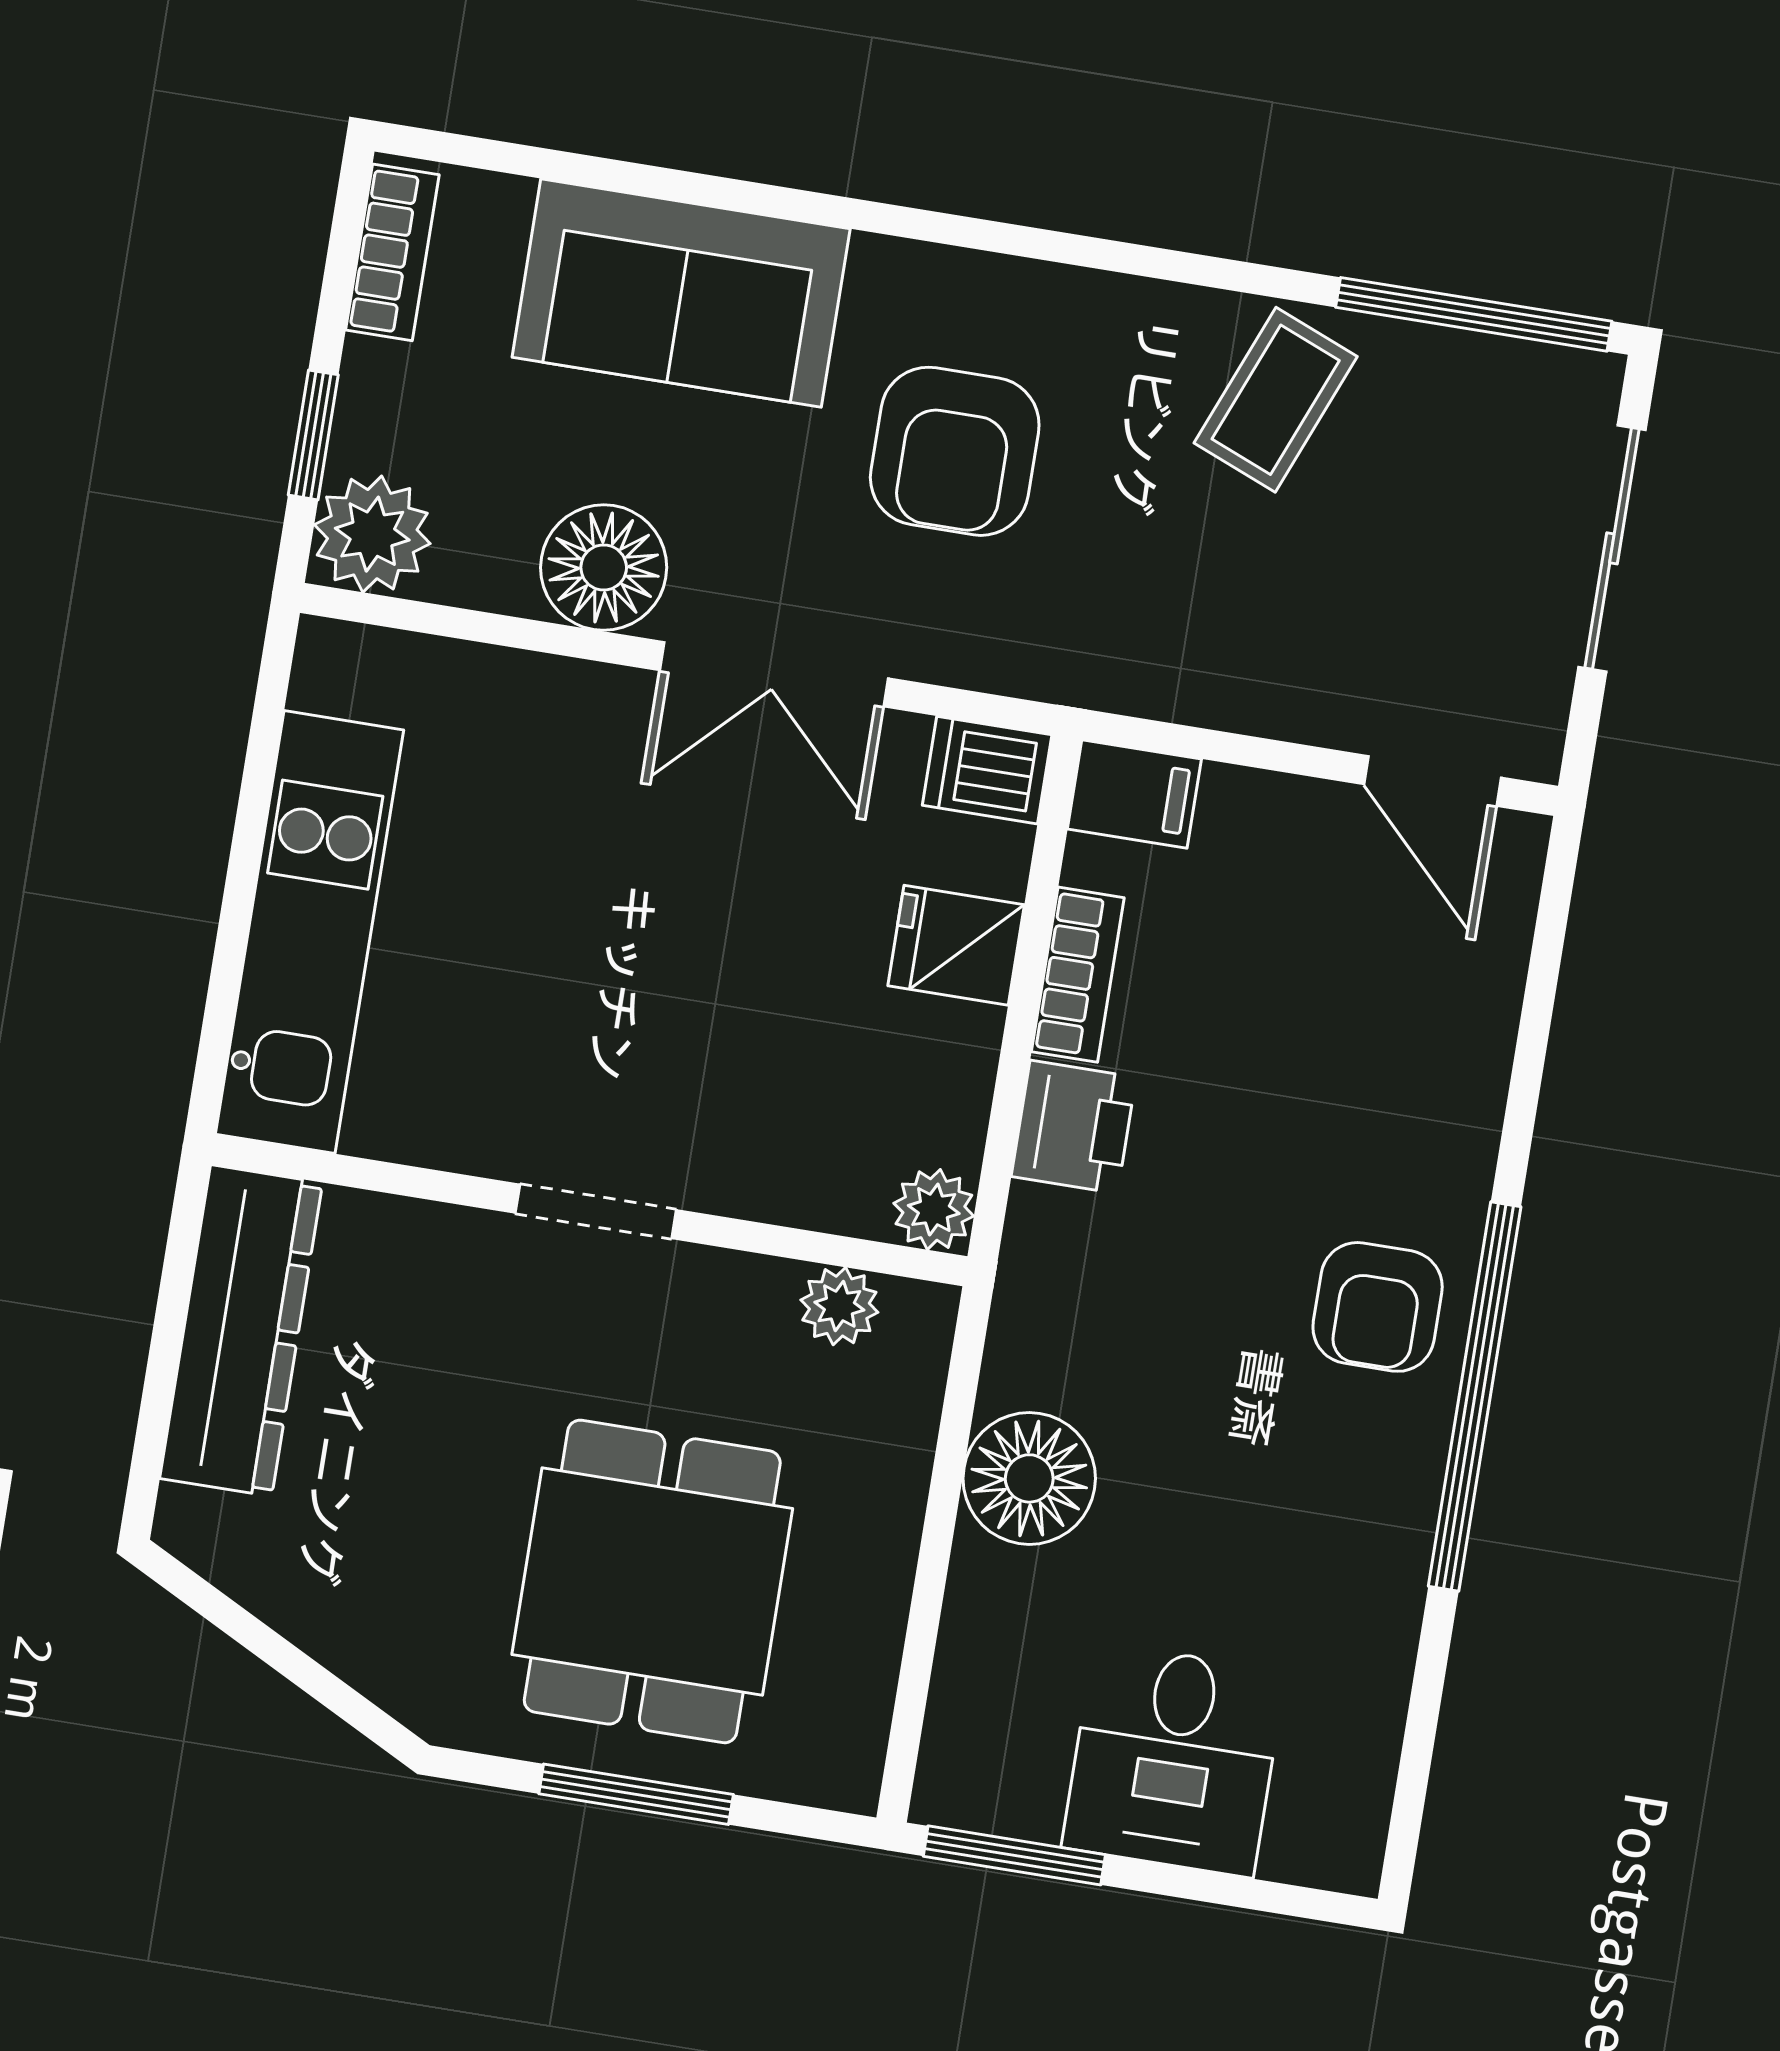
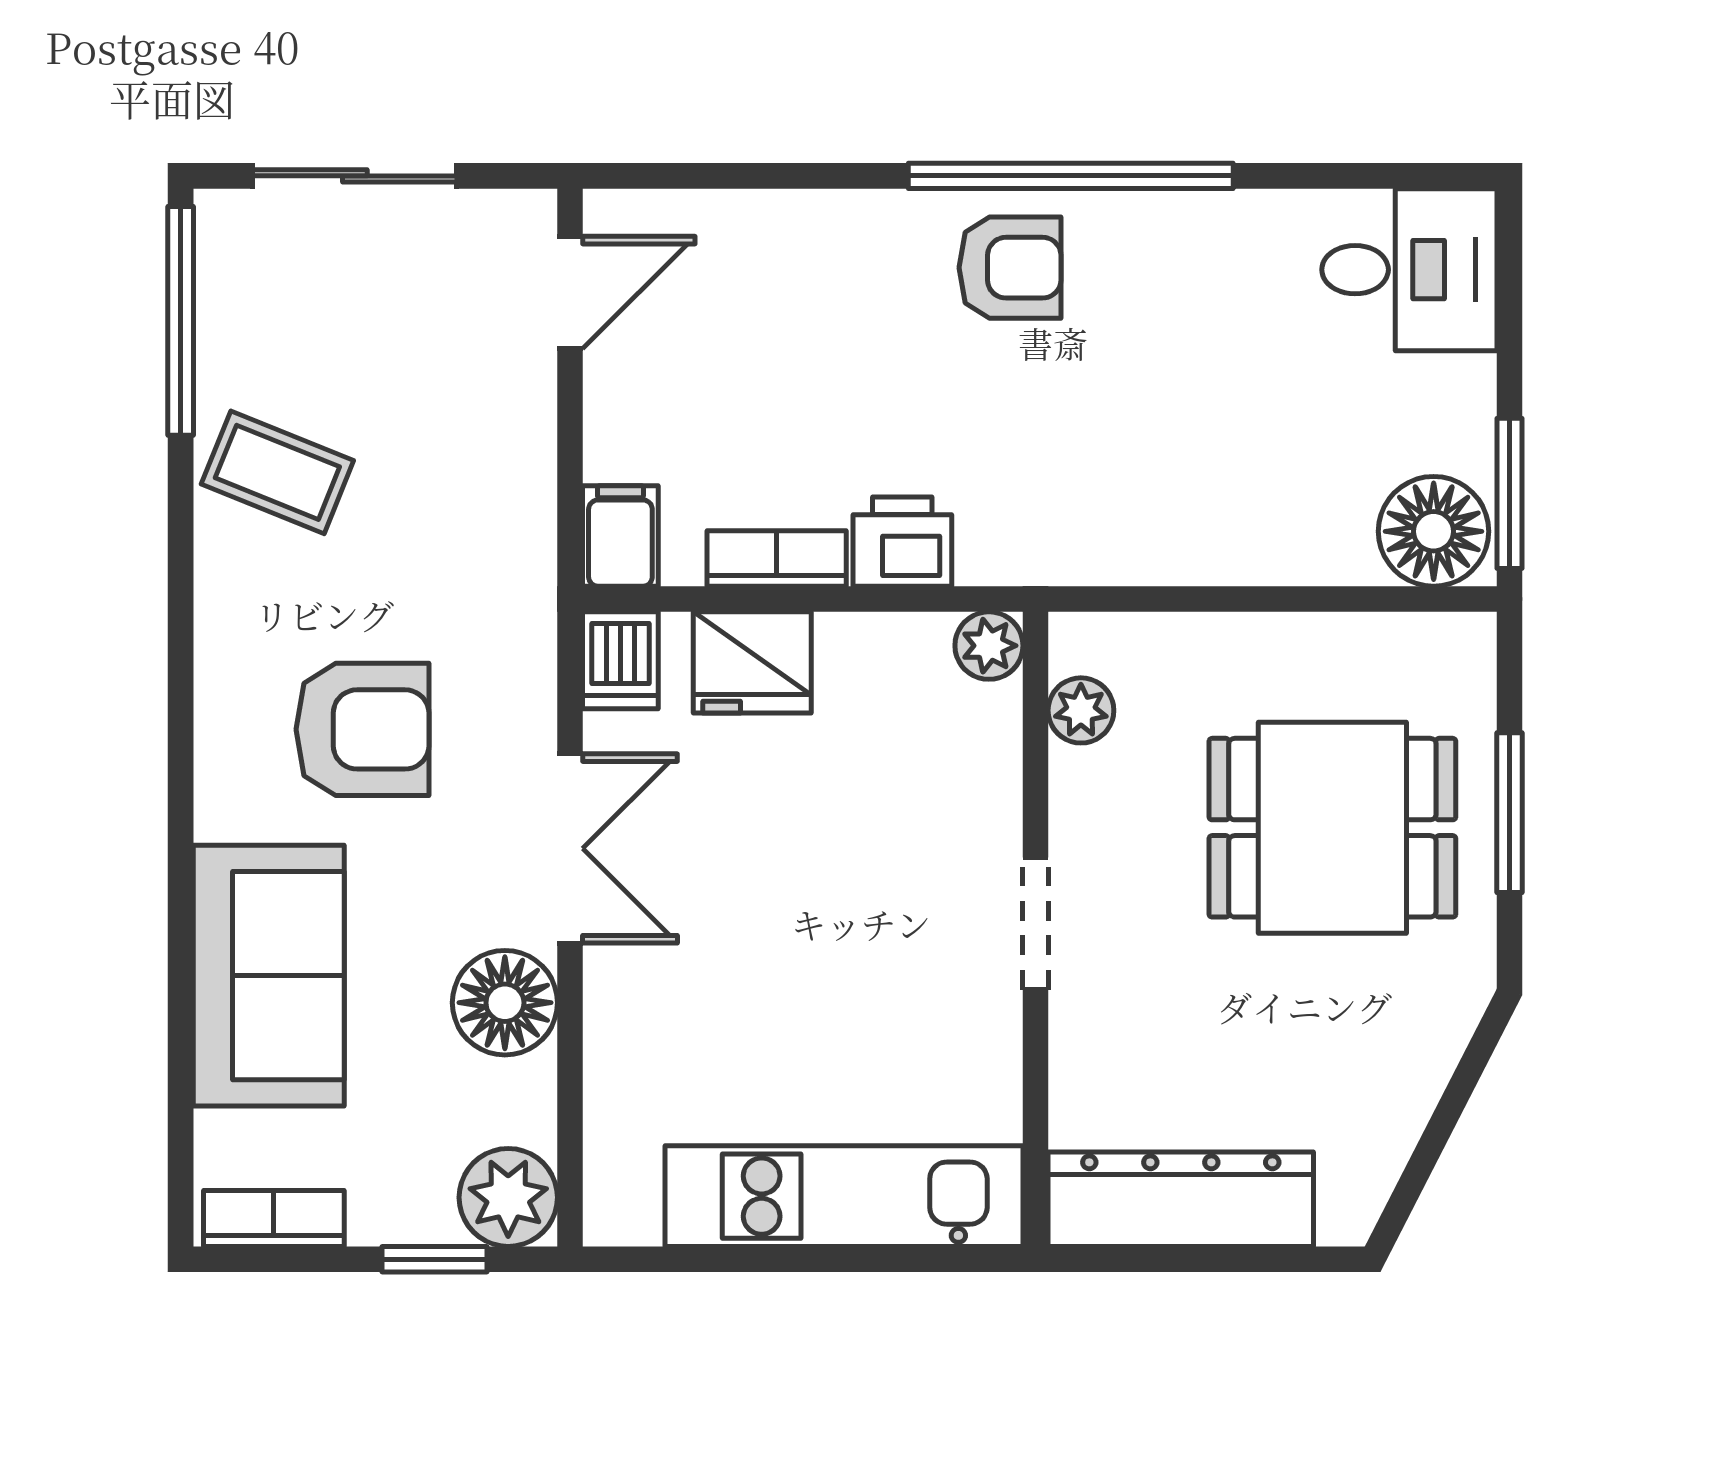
fridge: (956, 945) -> (752, 662), width x1.38
floor lamp: (1029, 1478) -> (1434, 531), moved
desk: (1174, 1759) -> (1409, 270), moved

